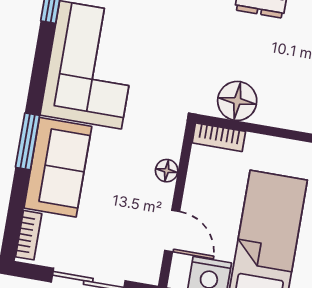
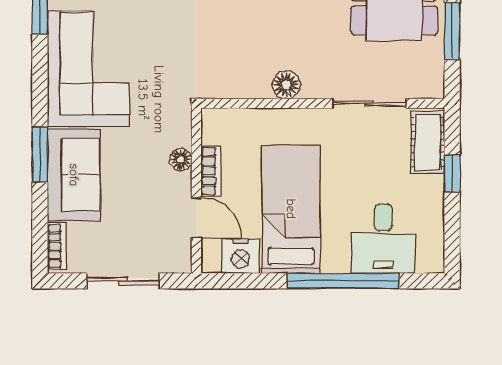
floor lamp: (237, 101) -> (286, 85), moved, width x0.73, depth x0.73
bookcase: (219, 137) -> (211, 171), moved, turned -90

